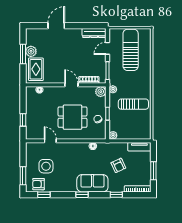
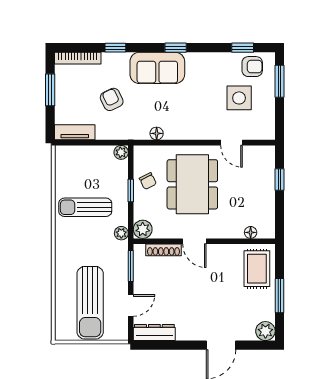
plant: (31, 51) -> (265, 331), moved
dining table: (73, 117) -> (192, 184), width x1.38

